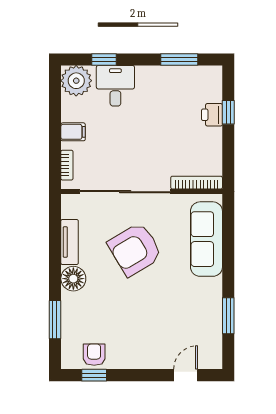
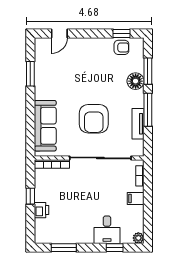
plant: (76, 81) -> (138, 238), width x0.53, depth x0.53
window: (228, 112) -> (30, 196), moved
armchair: (135, 249) -> (94, 119), turned 121
window: (55, 263) -> (148, 110), added
floor lamp: (73, 279) -> (136, 81), moved
armchair: (94, 355) -> (121, 47), turned -90

